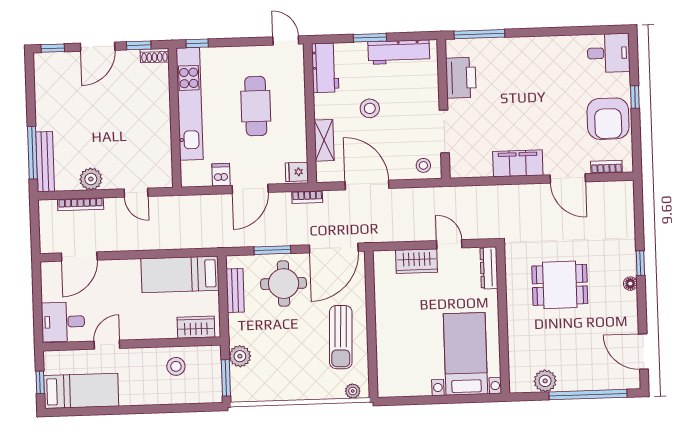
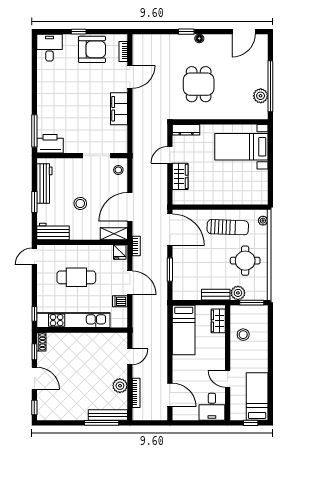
printer: (461, 78) -> (50, 144), moved
shelving: (324, 140) -> (114, 234), moved
round table: (284, 284) -> (245, 261), moved
bench: (235, 290) -> (216, 295), moved
window: (588, 395) -> (270, 86), moved

